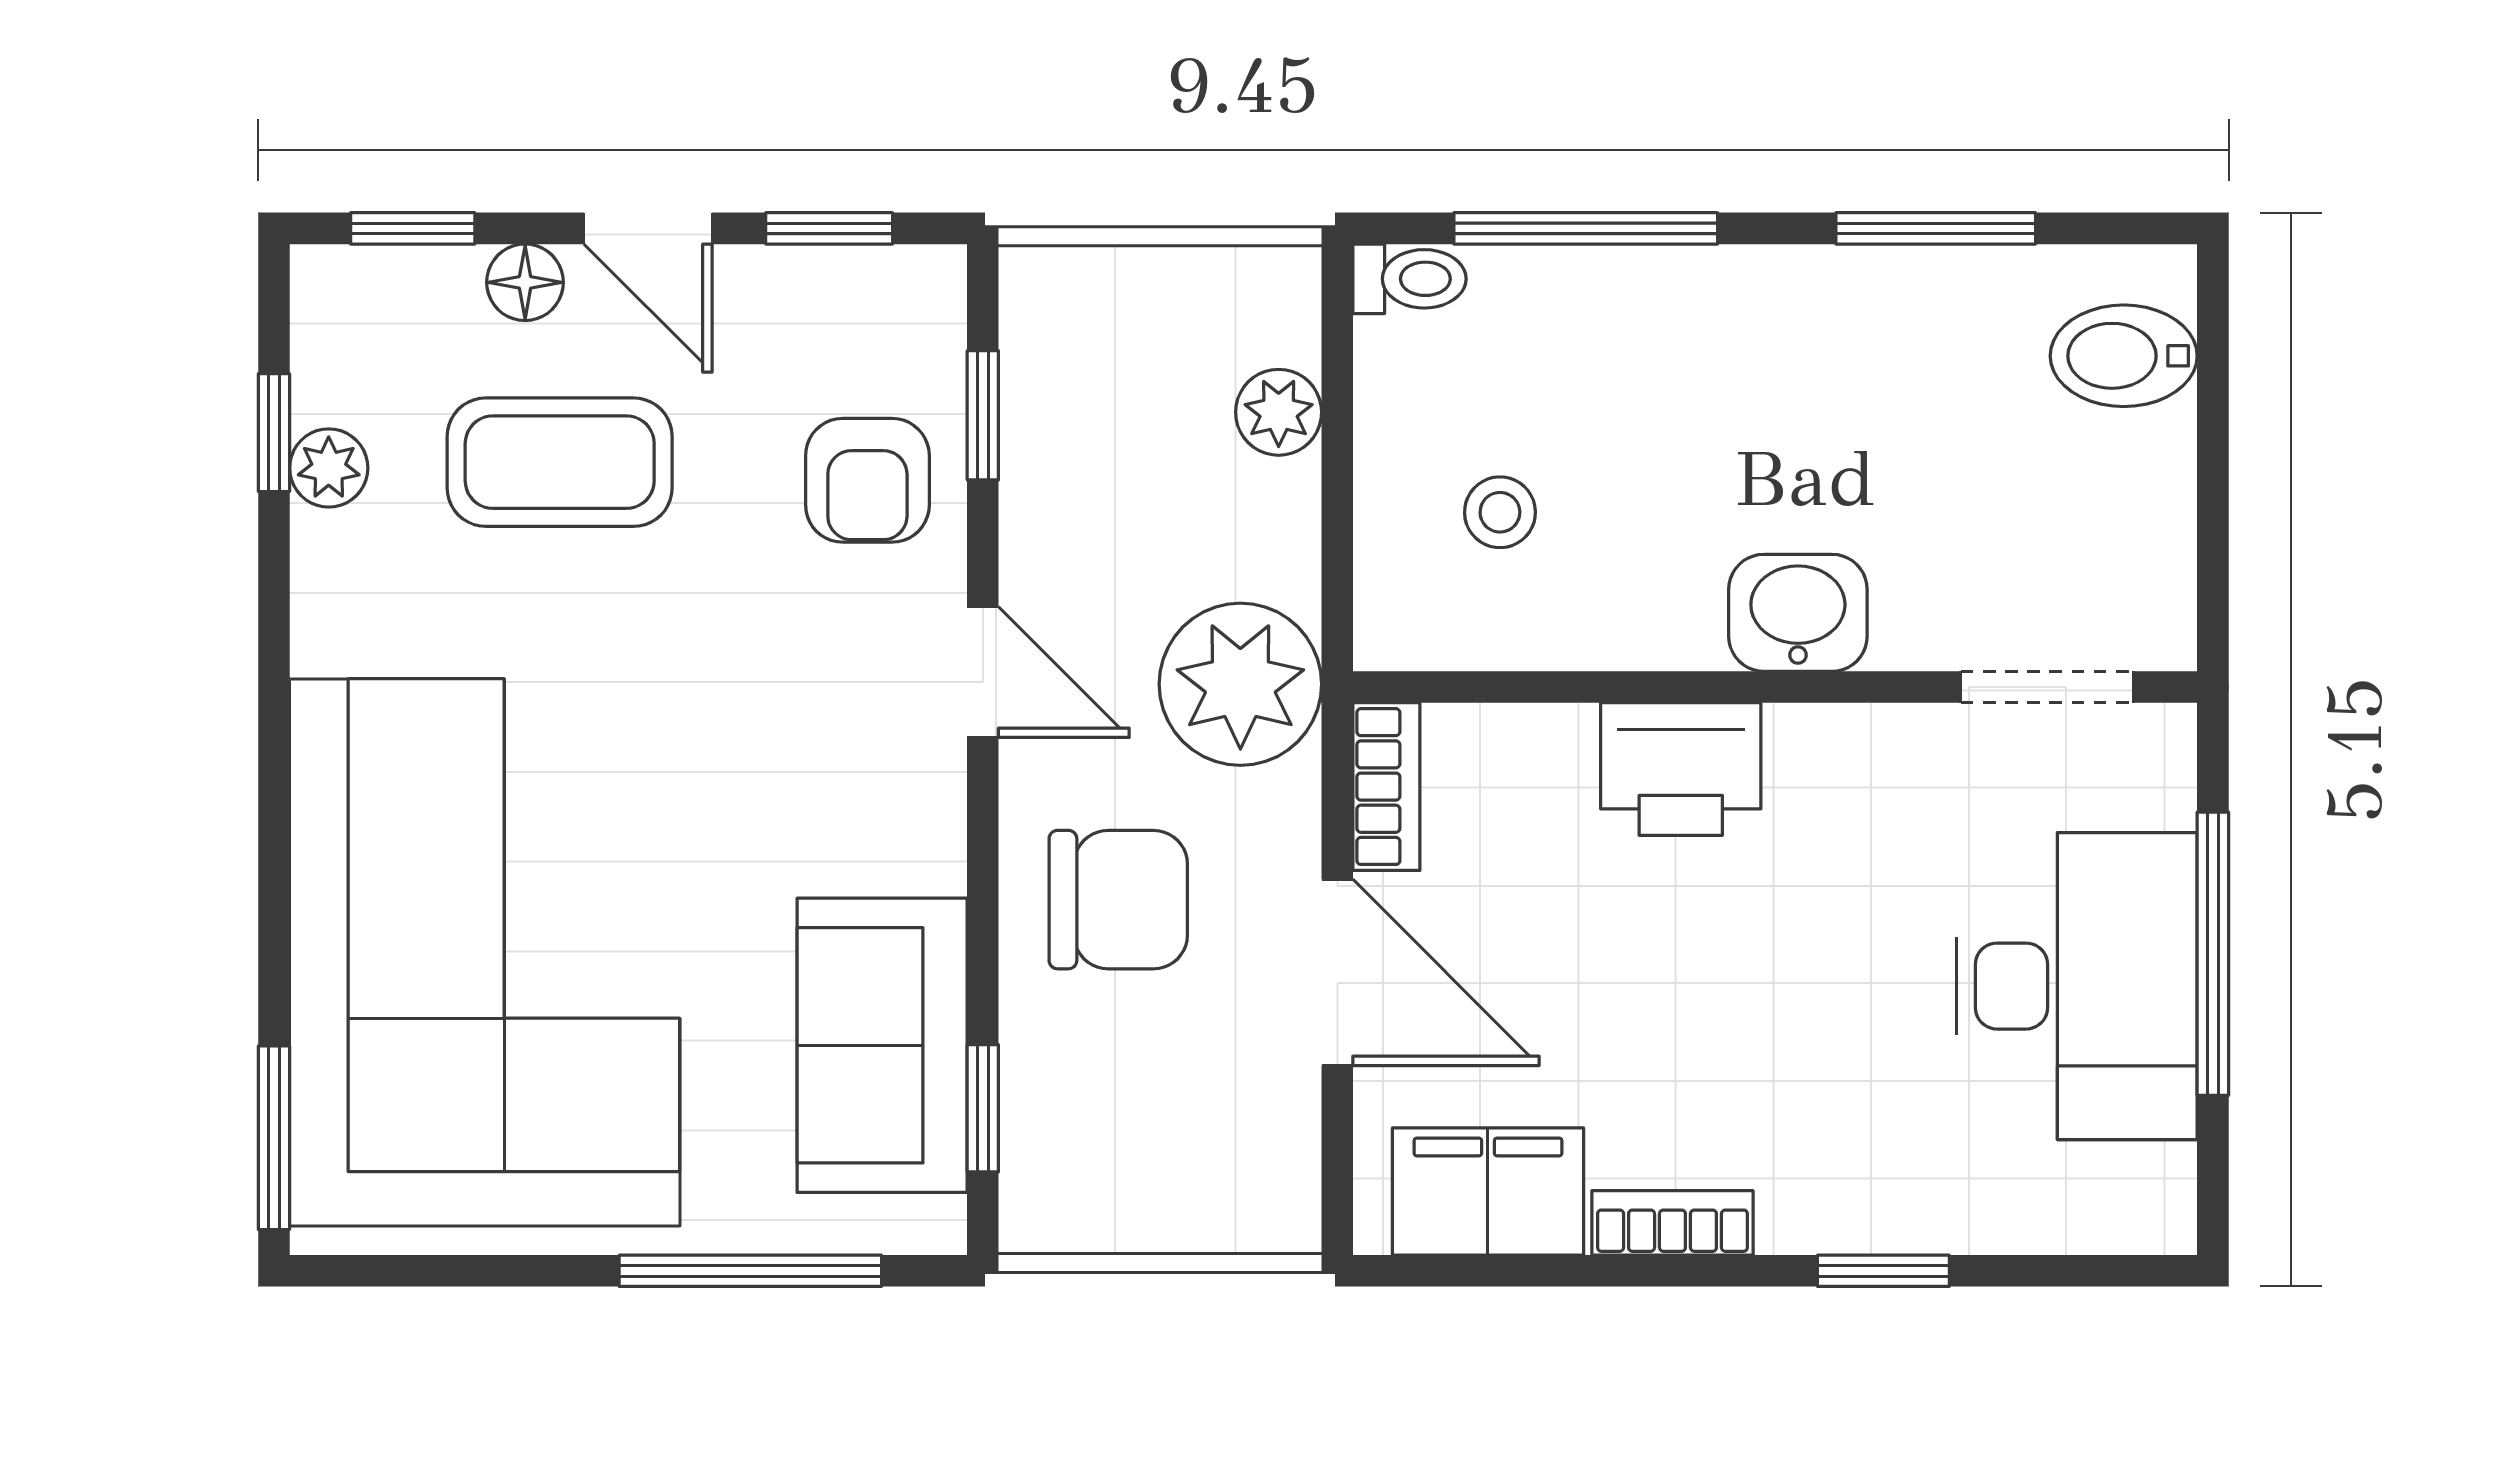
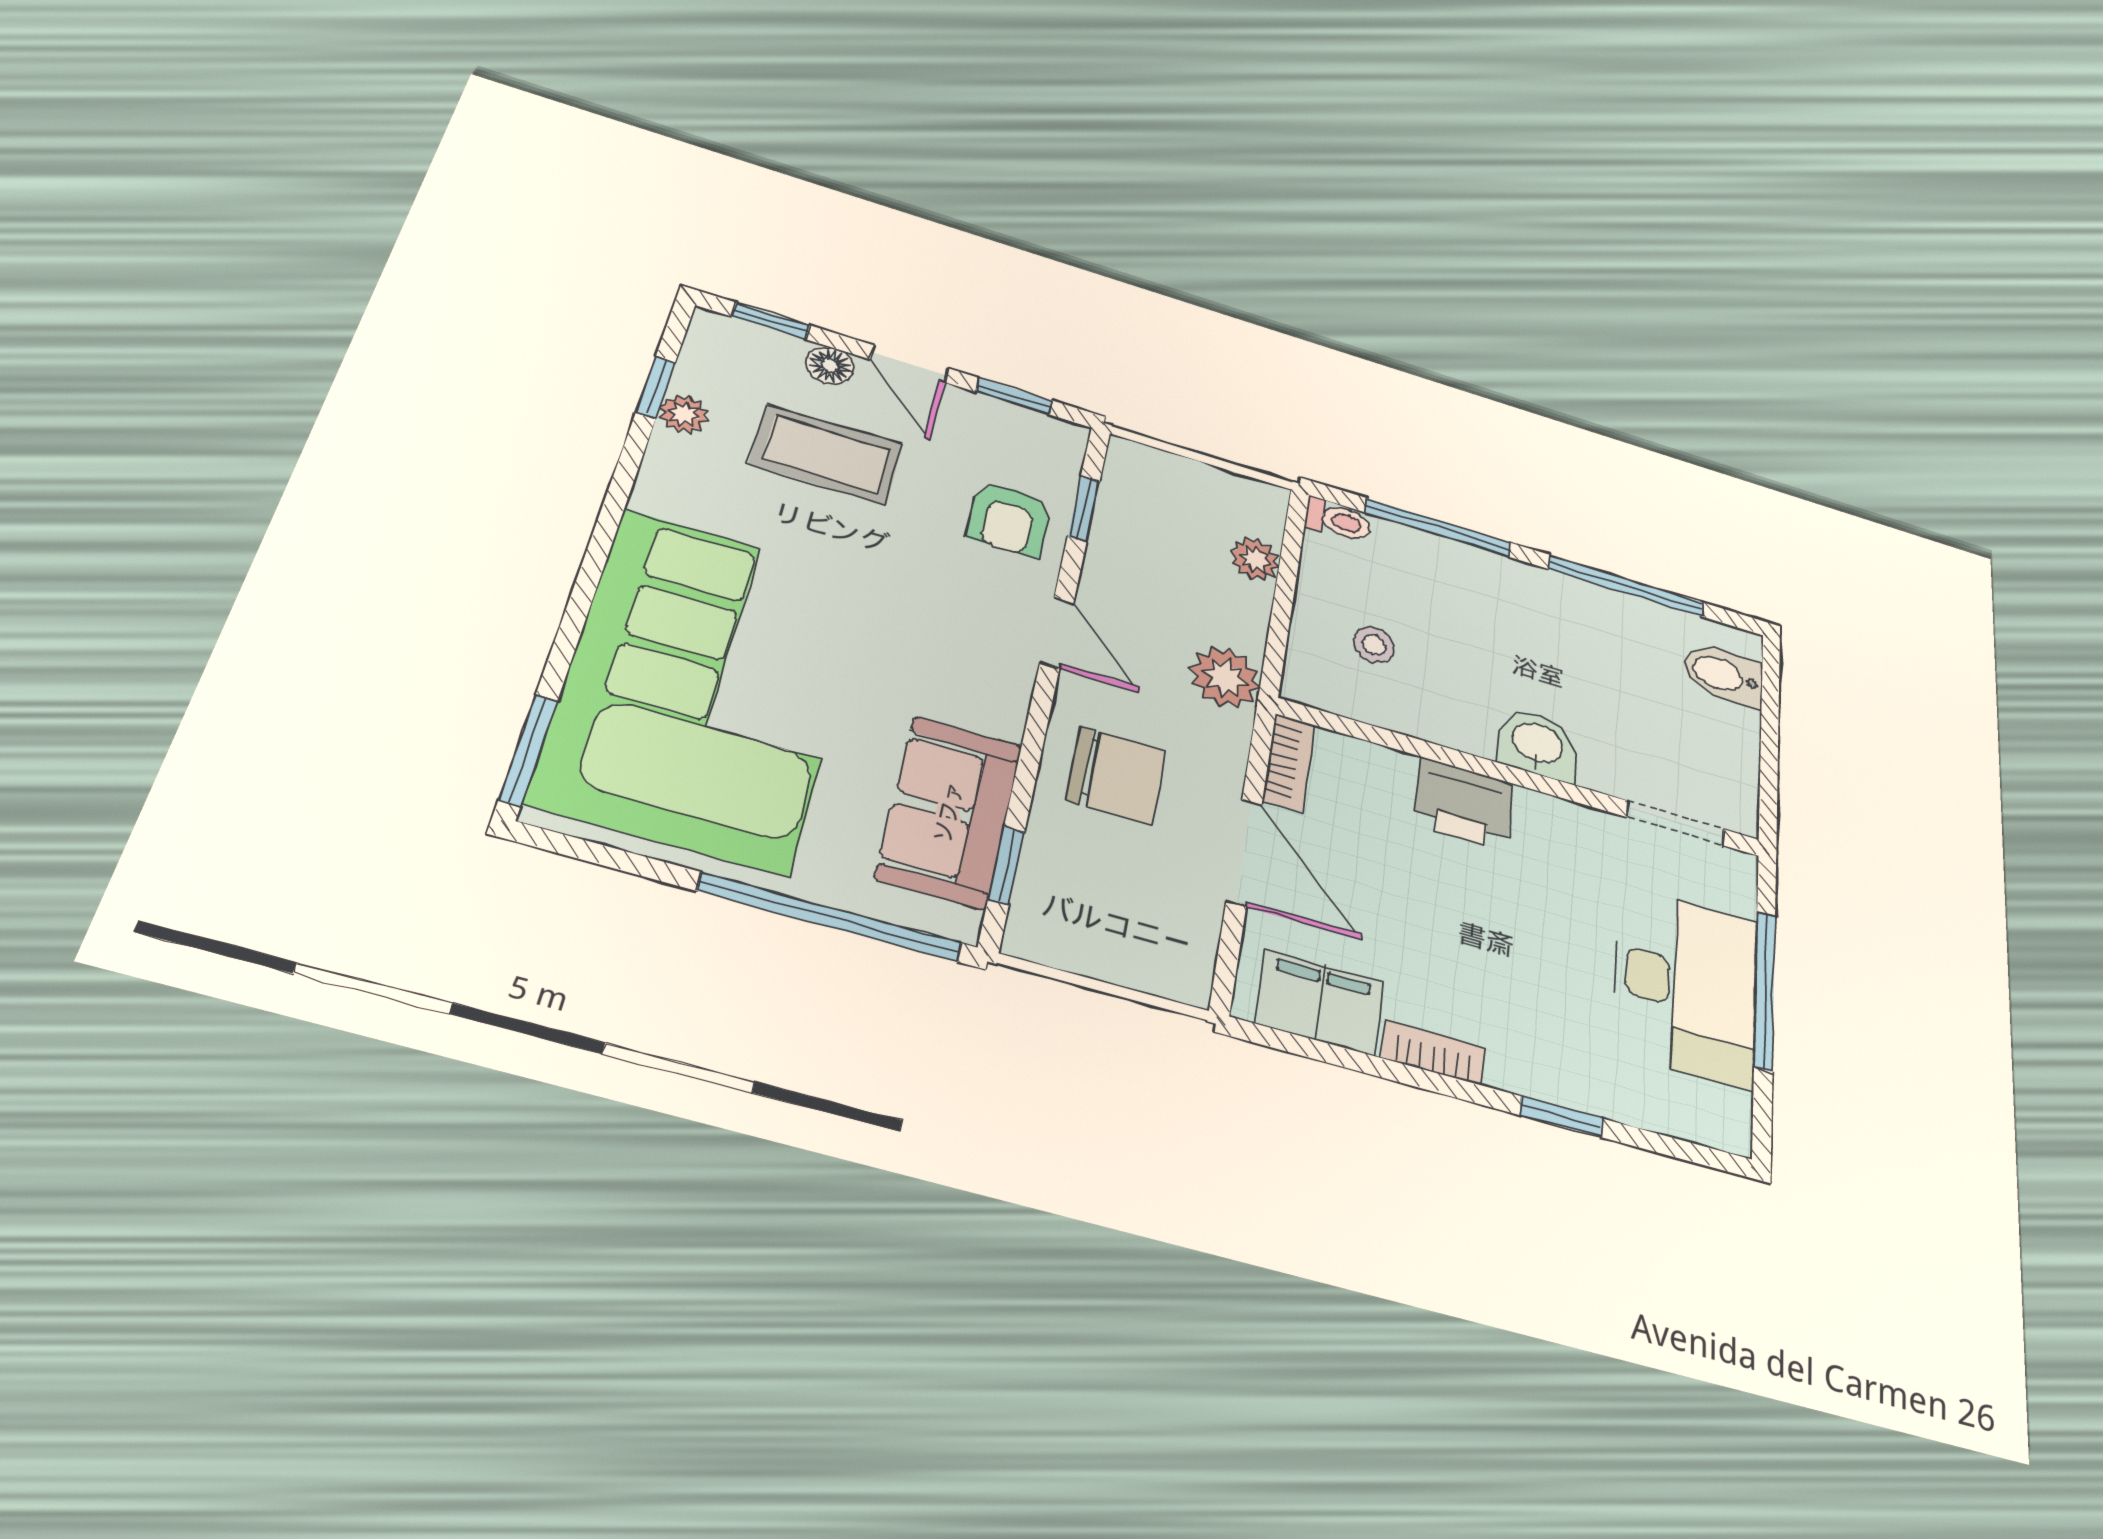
window: (1936, 228) -> (1626, 586), width x1.44
plant: (1240, 684) -> (1225, 677), width x0.73, depth x0.73
window: (750, 1271) -> (830, 917), width x1.46

